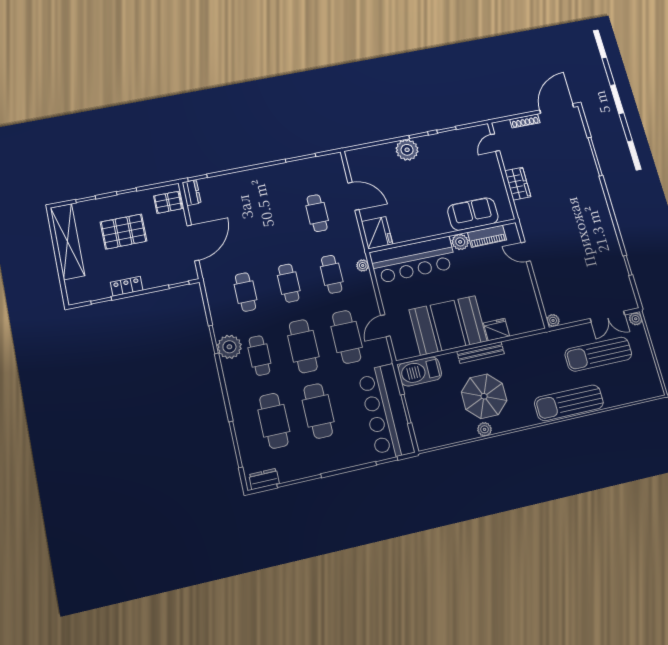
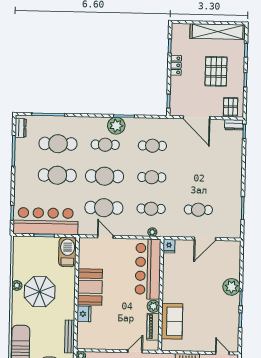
fridge: (377, 233) -> (169, 246), width x0.53, depth x0.75
booth: (448, 325) -> (90, 287), width x0.73, depth x0.70
bench: (481, 353) -> (70, 336), moved

